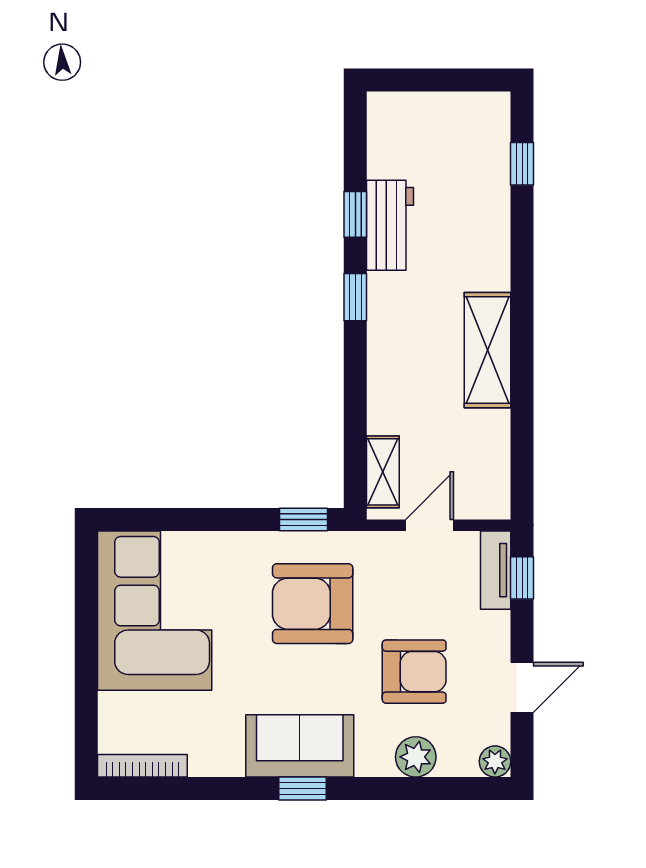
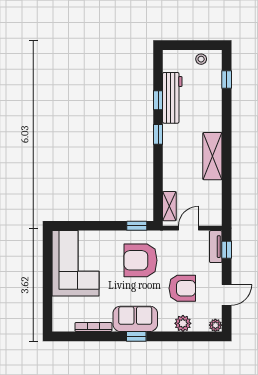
stool: (460, 114) -> (201, 59), added
workbench: (390, 225) -> (172, 98), width x1.38
bookcase: (142, 766) -> (93, 327), moved

